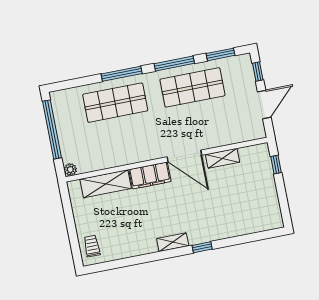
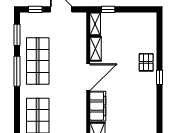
window: (122, 74) -> (17, 112), removed
pallet: (218, 226) -> (146, 62), added
shelving: (173, 242) -> (95, 24), moved

